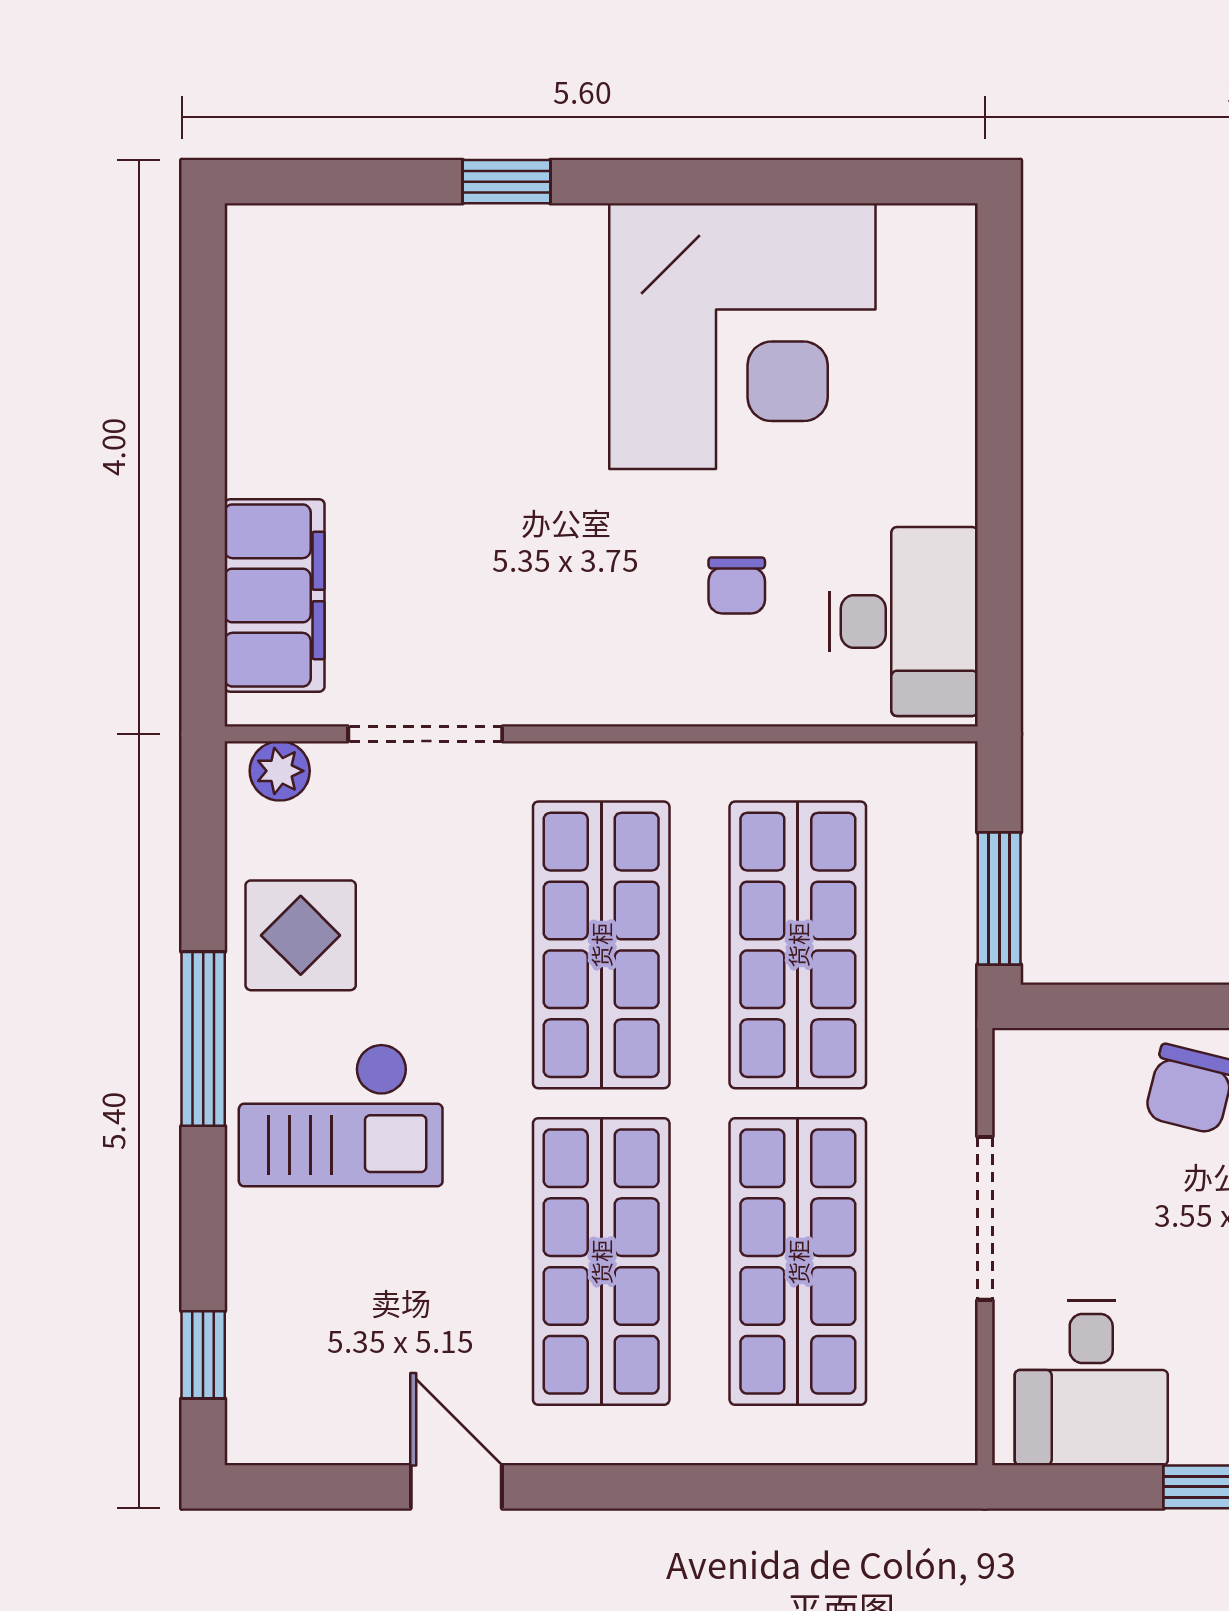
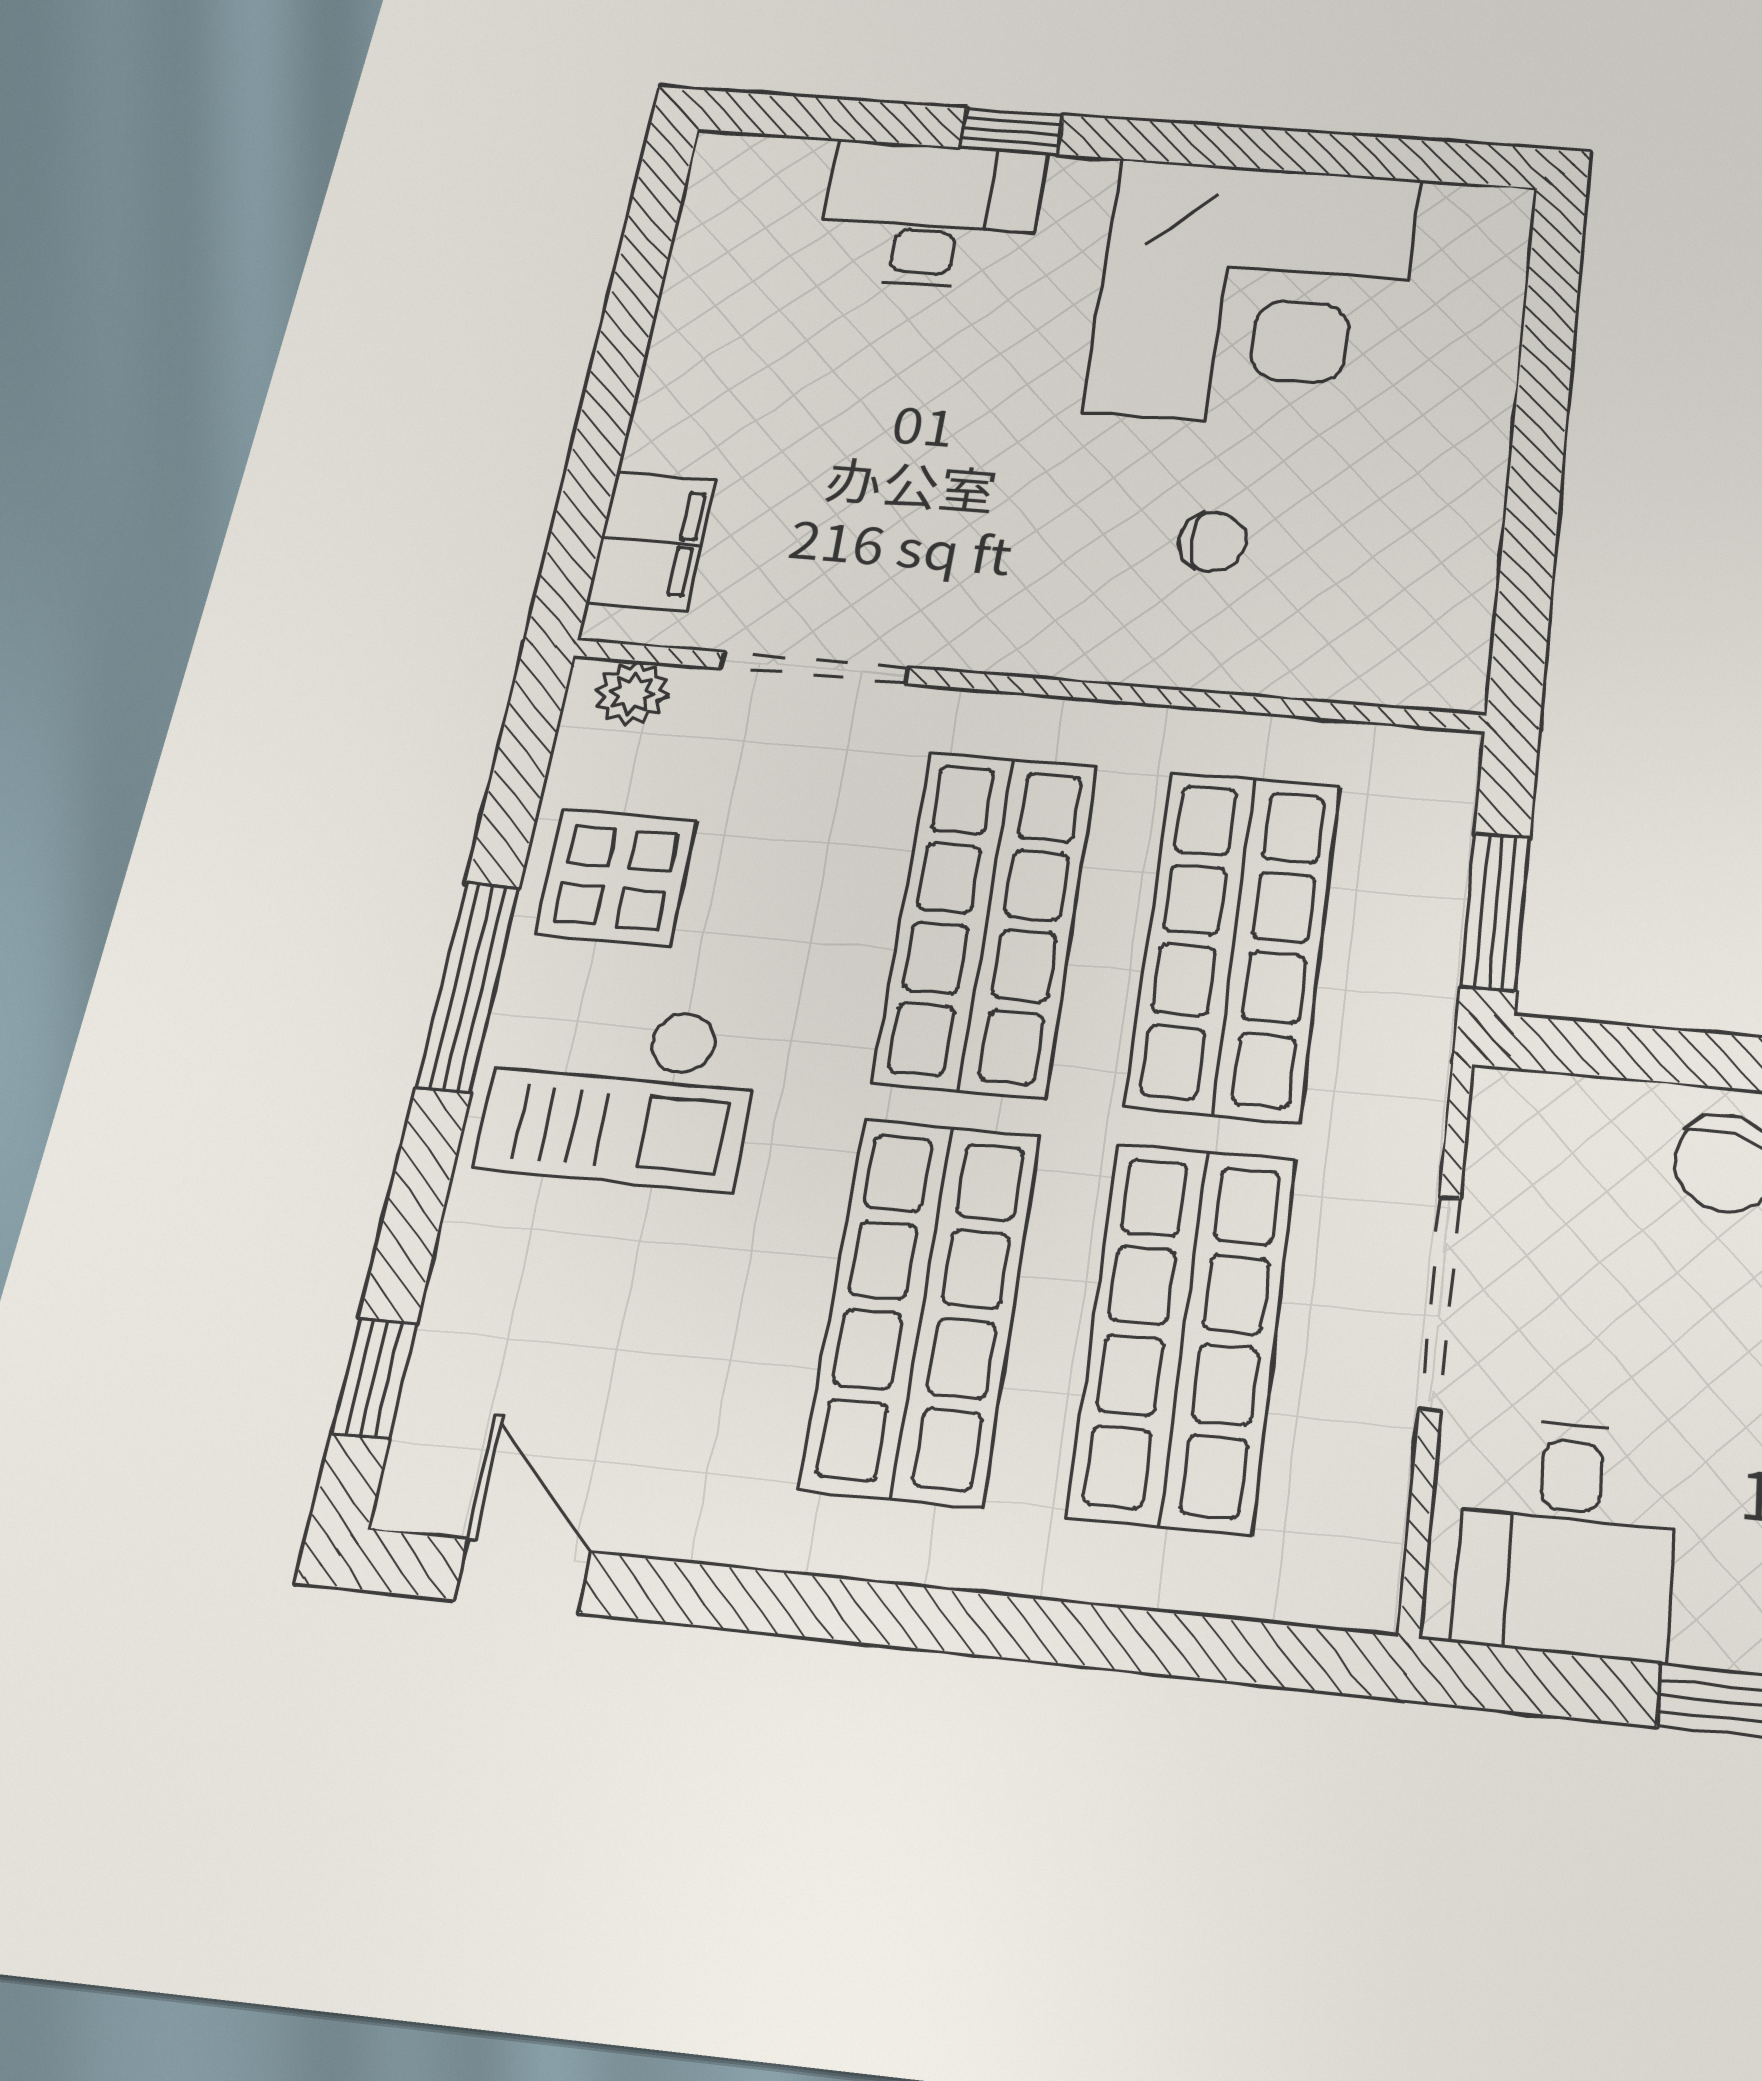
chair: (737, 585) -> (1212, 542), turned -90
filing cabinet: (275, 595) -> (651, 541), width x0.67, depth x0.86
desk: (903, 621) -> (930, 214), moved, turned -90
door: (456, 1487) -> (523, 1576), moved

